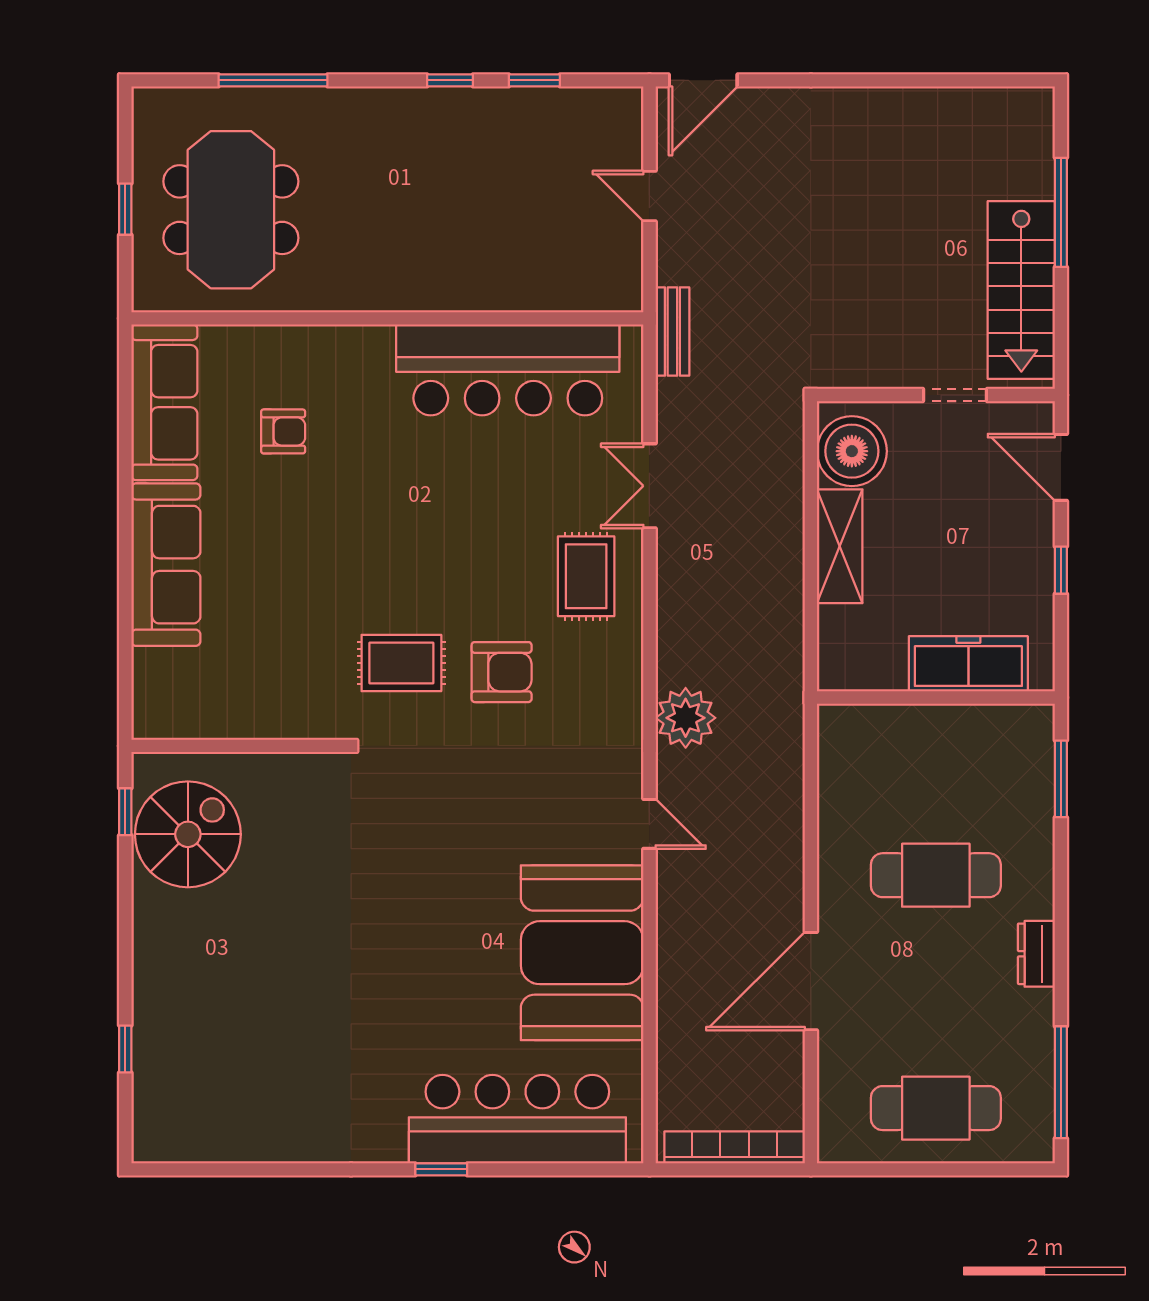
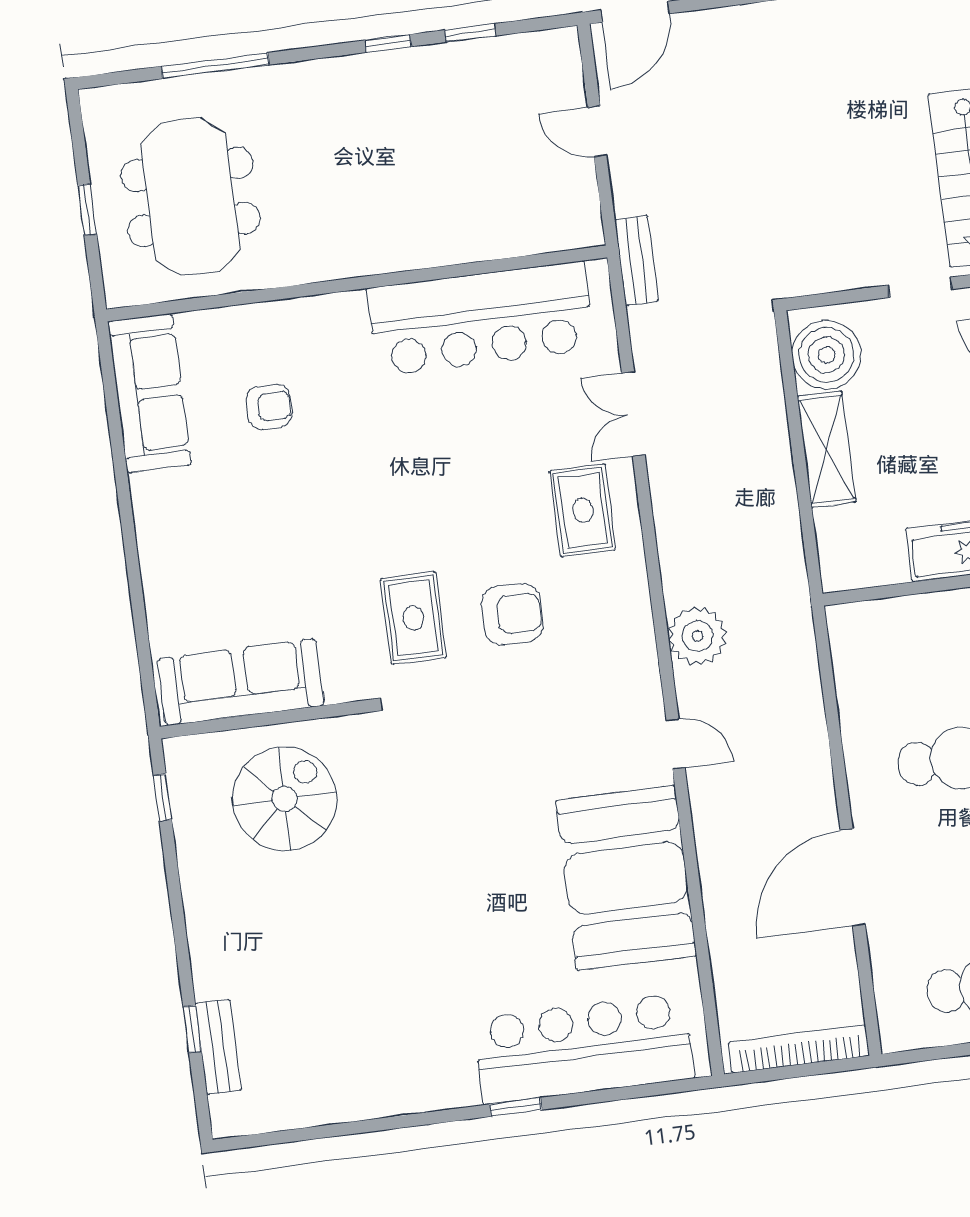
sofa: (166, 565) -> (241, 682), moved, turned -90
rug: (401, 663) -> (413, 618), turned 90
spiral stairs: (188, 834) -> (285, 799), moved
bench: (149, 1070) -> (218, 1047), added

